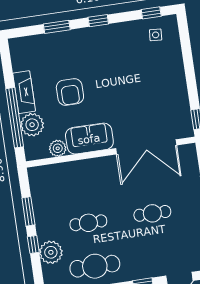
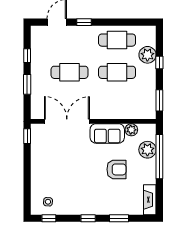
fireplace: (24, 92) -> (150, 200), moved
armchair: (70, 92) -> (116, 169), turned 90
window: (28, 211) -> (159, 100), moved
cafe table: (152, 213) -> (70, 72), width x1.37, depth x1.35
cafe table: (88, 223) -> (117, 72), width x1.37, depth x1.35

